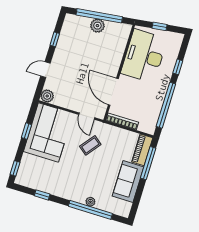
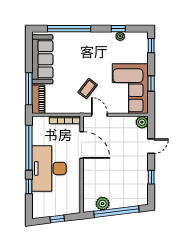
plant: (97, 26) -> (103, 204), moved
desk: (144, 56) -> (49, 168), moved, turned 180
sofa: (128, 182) -> (42, 59), width x1.36
plant: (90, 202) -> (120, 36), moved

